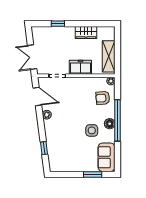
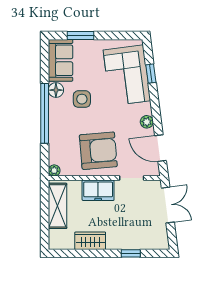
armchair: (103, 98) -> (98, 151), moved, width x1.88, depth x1.88
floor lamp: (110, 124) -> (56, 90), moved
corner sofa: (61, 147) -> (127, 75), added

